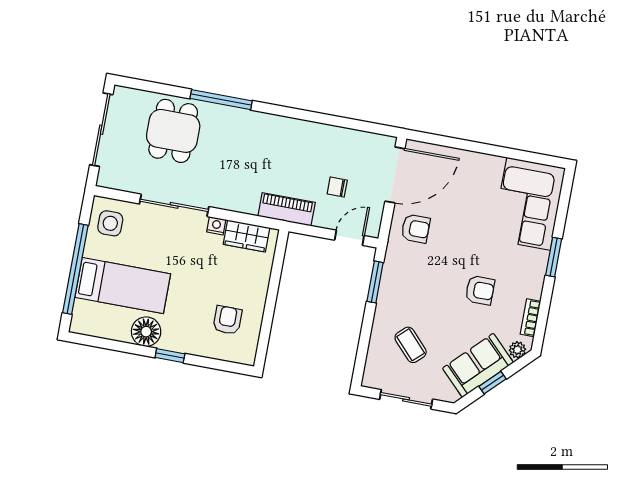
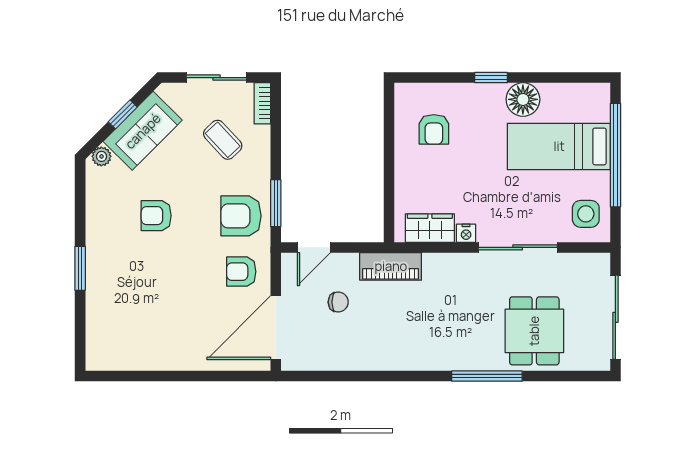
corner sofa: (529, 204) -> (119, 323), removed
armchair: (407, 276) -> (241, 216), added
bookcase: (530, 318) -> (262, 103), moved, turned 180

